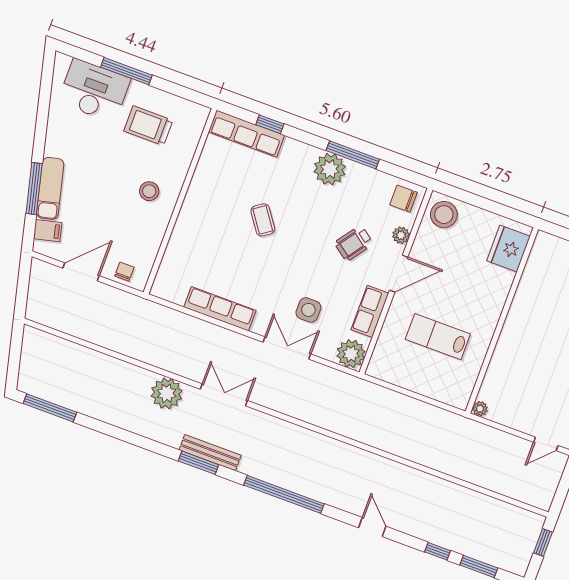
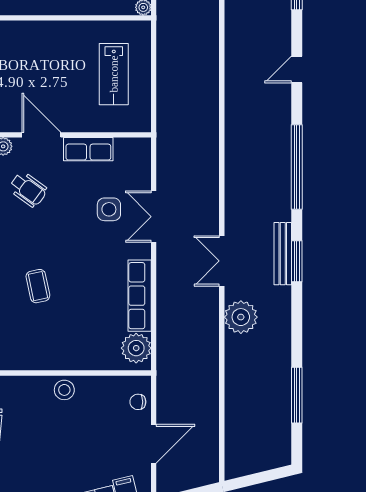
stool: (149, 191) -> (64, 390), moved
coffee table: (263, 220) -> (38, 286), turned -67
door: (81, 272) -> (154, 444), swing flipped
lab bench: (438, 337) -> (114, 74), moved
plant: (351, 354) -> (136, 348), moved
window: (50, 408) -> (297, 395), moved

